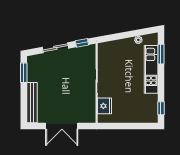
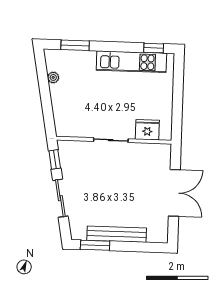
kitchen unit: (151, 69) -> (131, 62), moved
bench: (32, 103) -> (117, 234), moved

